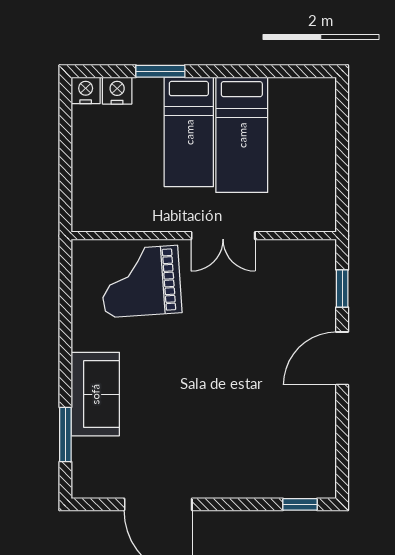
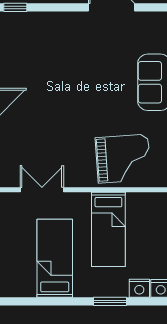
bed: (189, 132) -> (108, 229), moved, turned 180
double door: (223, 236) -> (42, 190), moved

